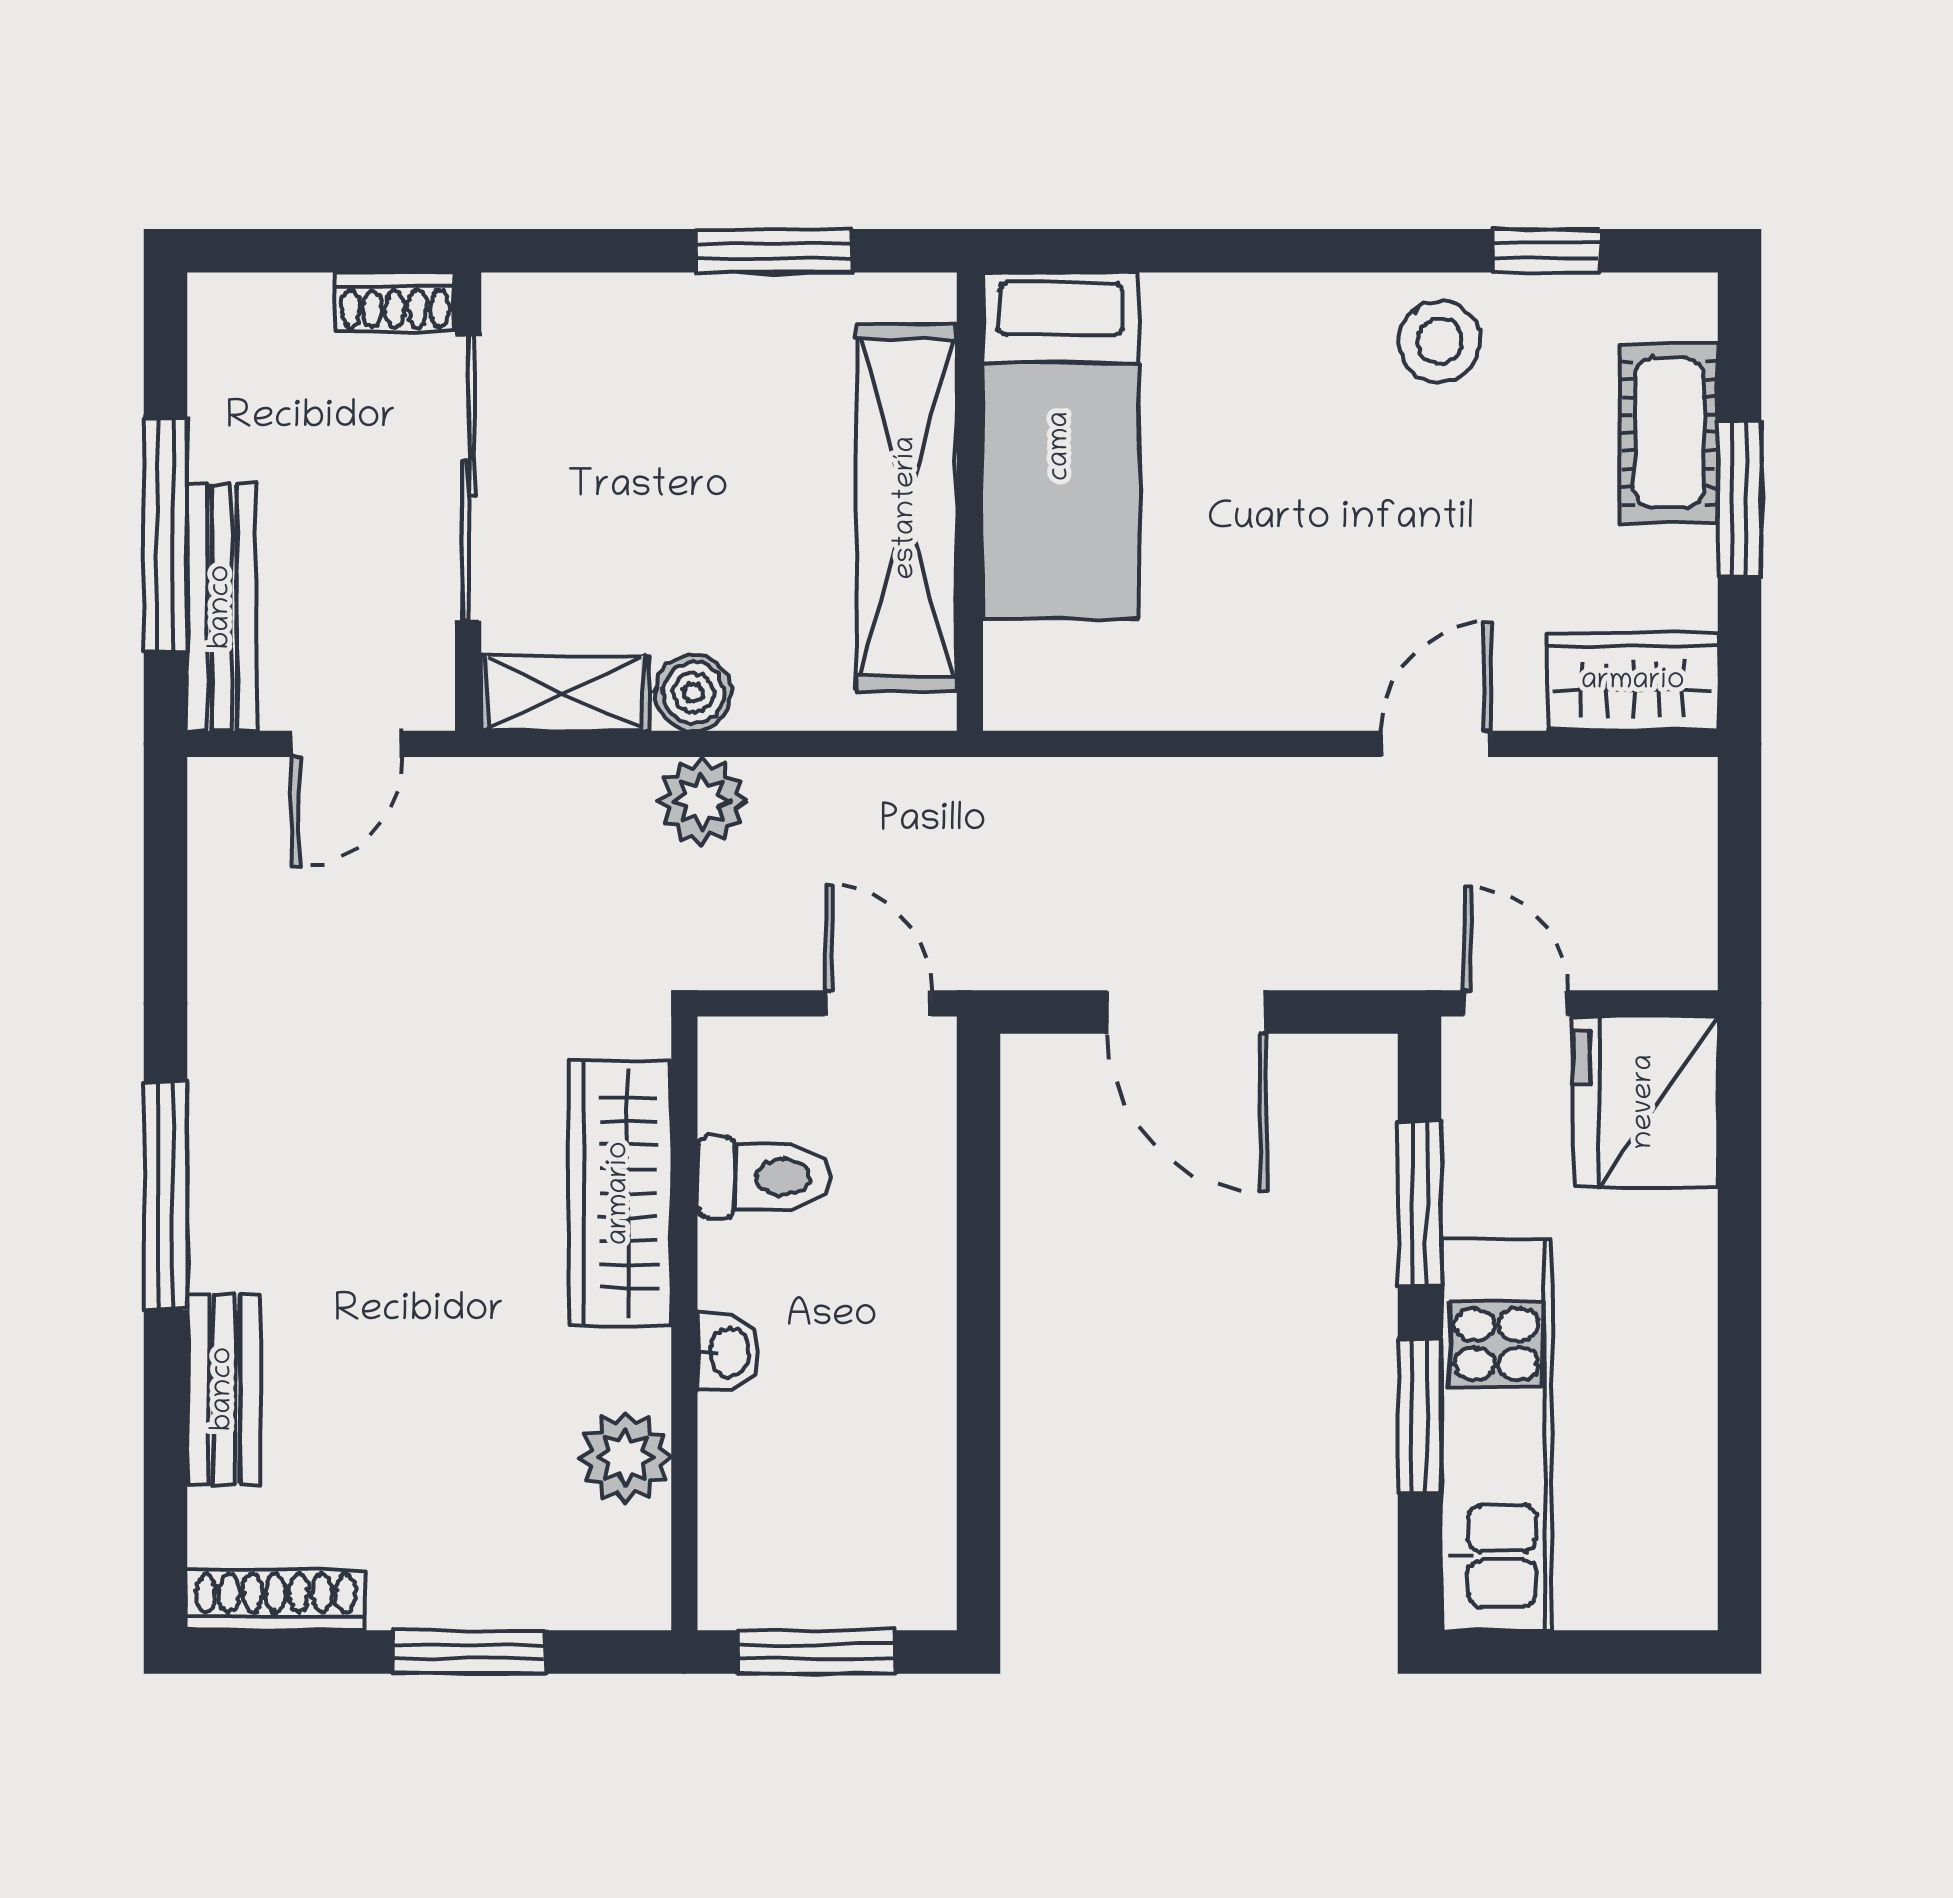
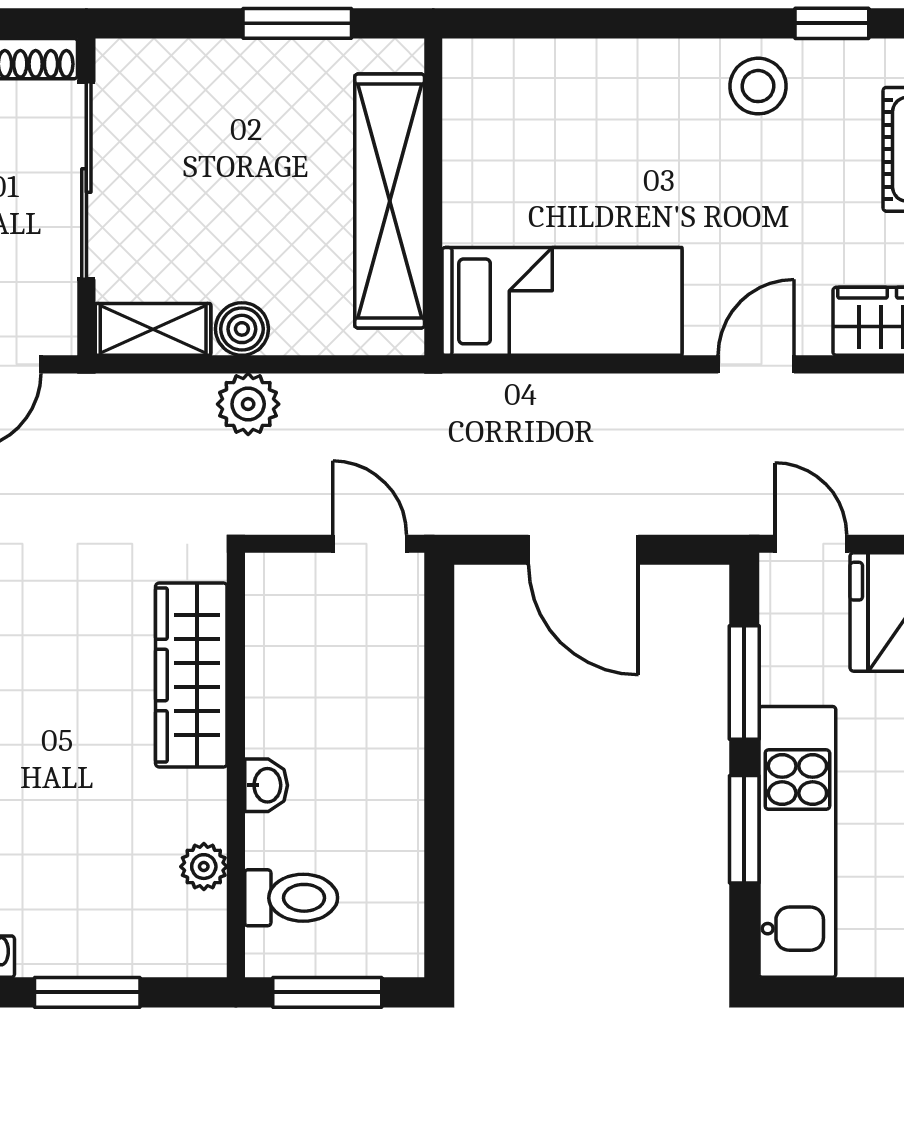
bed: (1061, 446) -> (562, 301), moved, turned -90
toilet: (764, 1177) -> (291, 898), moved
plant: (626, 1457) -> (204, 867), width x0.73, depth x0.73

